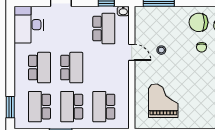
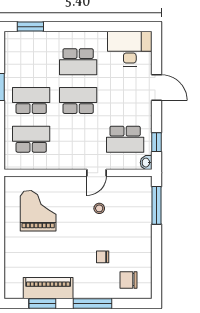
chair: (199, 22) -> (133, 253), removed
school desk: (72, 68) -> (78, 100), turned 180
grand piano: (163, 101) -> (38, 211), turned -90
school desk: (39, 107) -> (31, 62), removed

